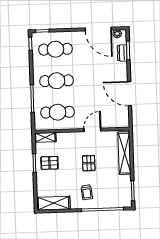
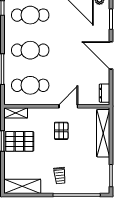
dresser: (122, 53) -> (105, 93), moved
door: (130, 94) -> (111, 55), moved
pallet: (49, 163) -> (19, 141), width x1.50, depth x1.42
pallet: (89, 163) -> (61, 131), moved

